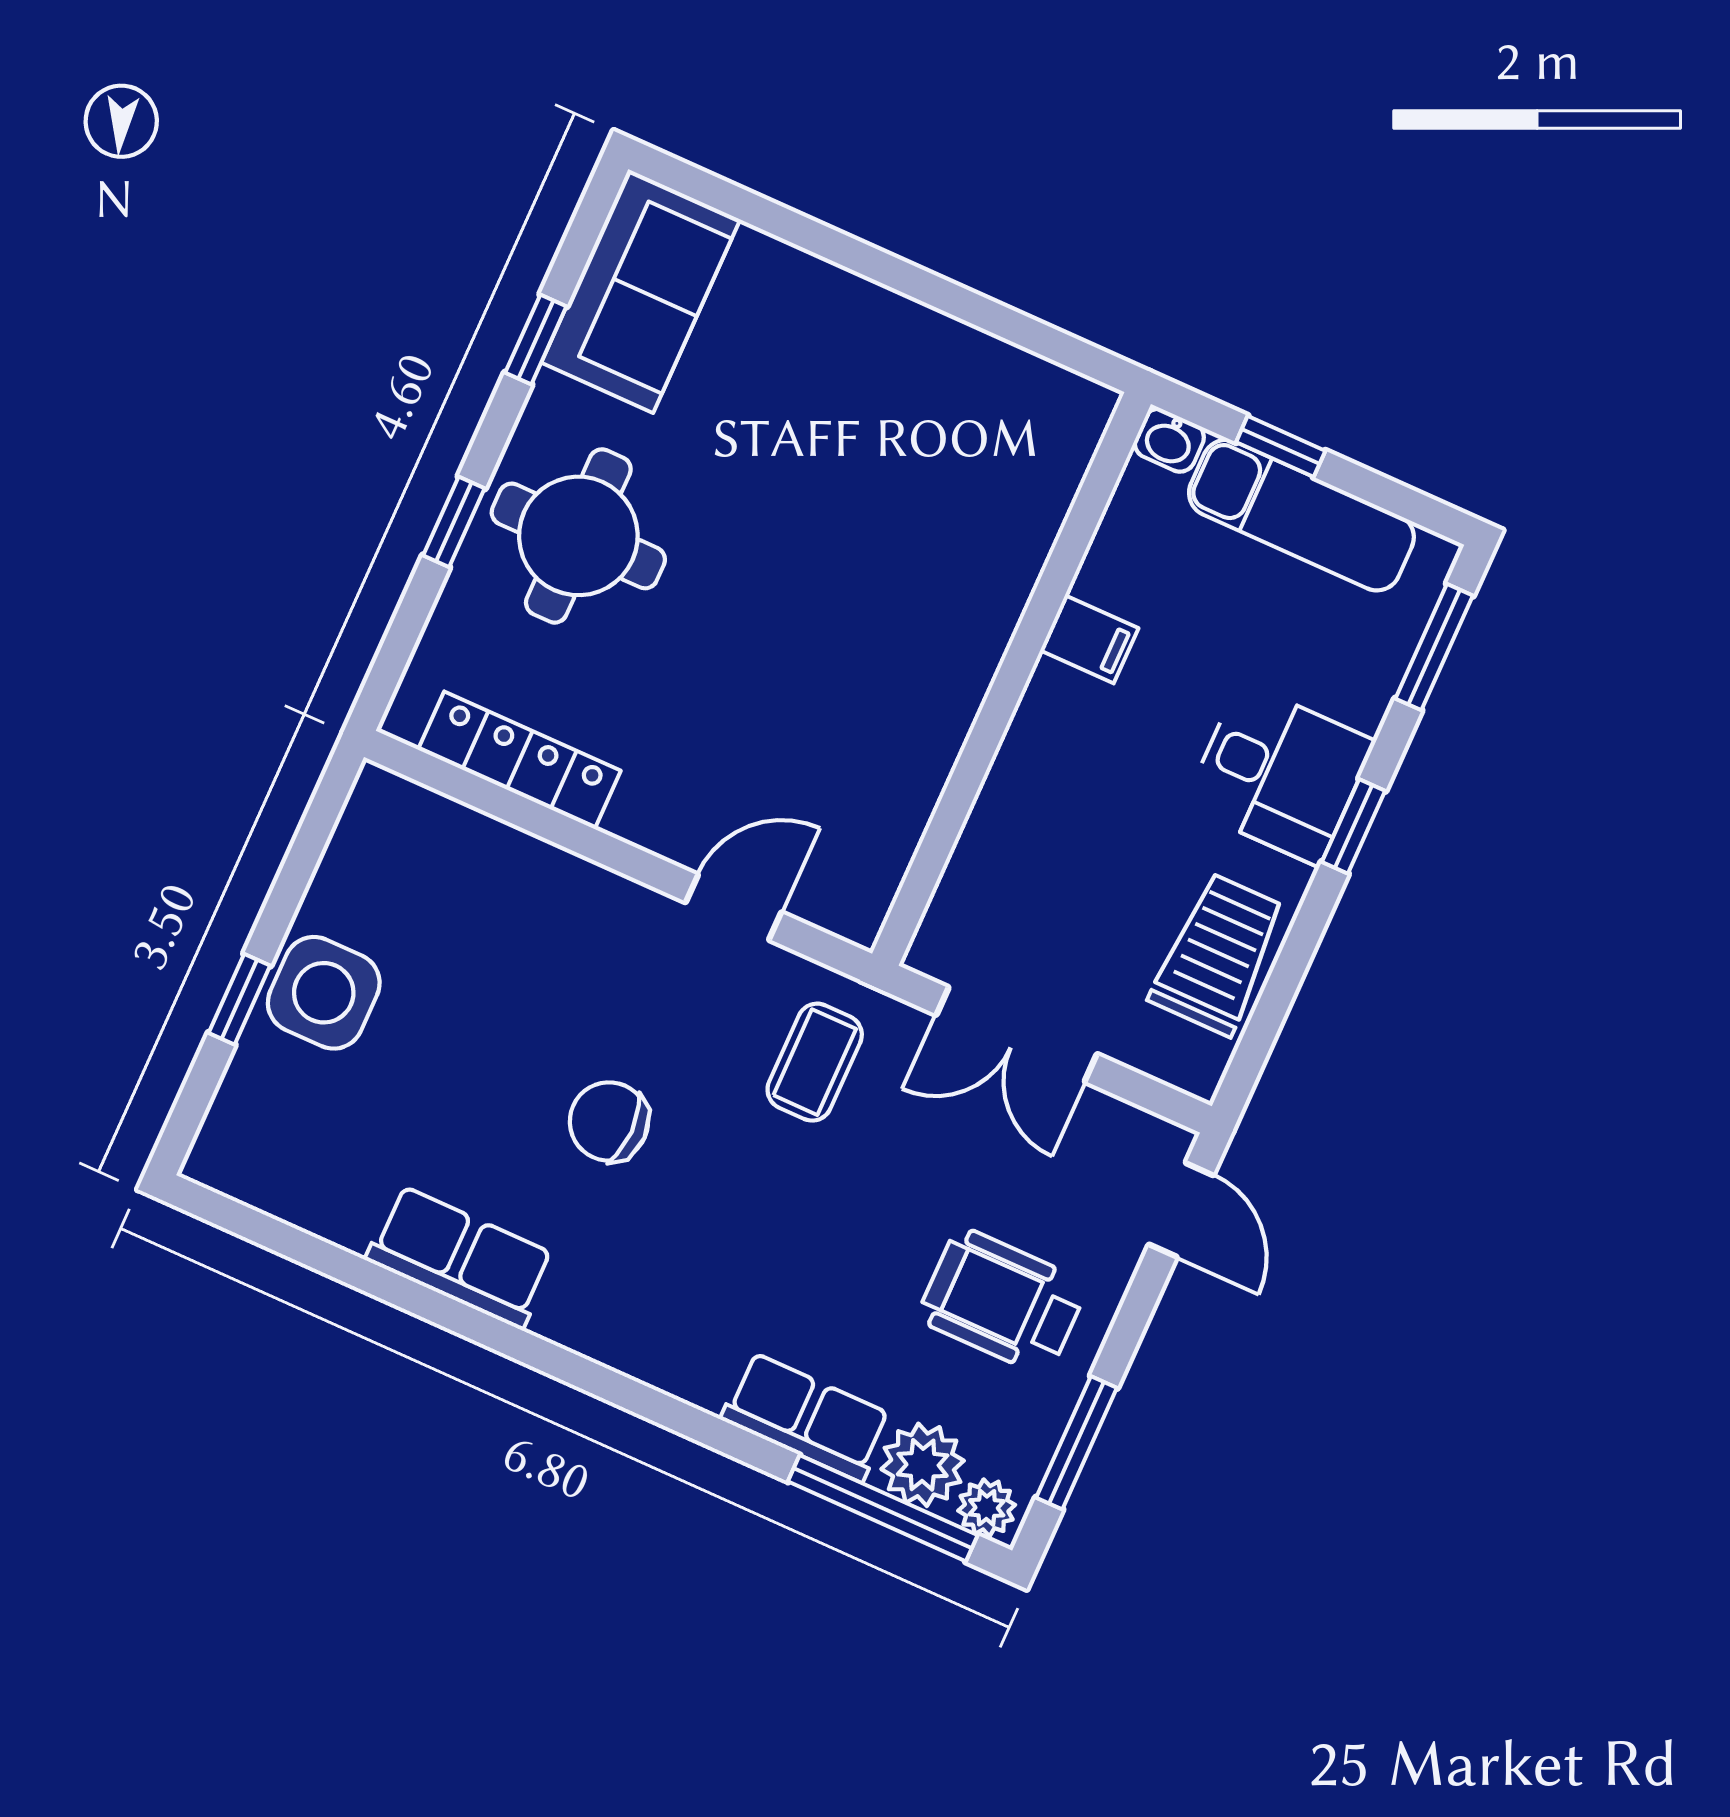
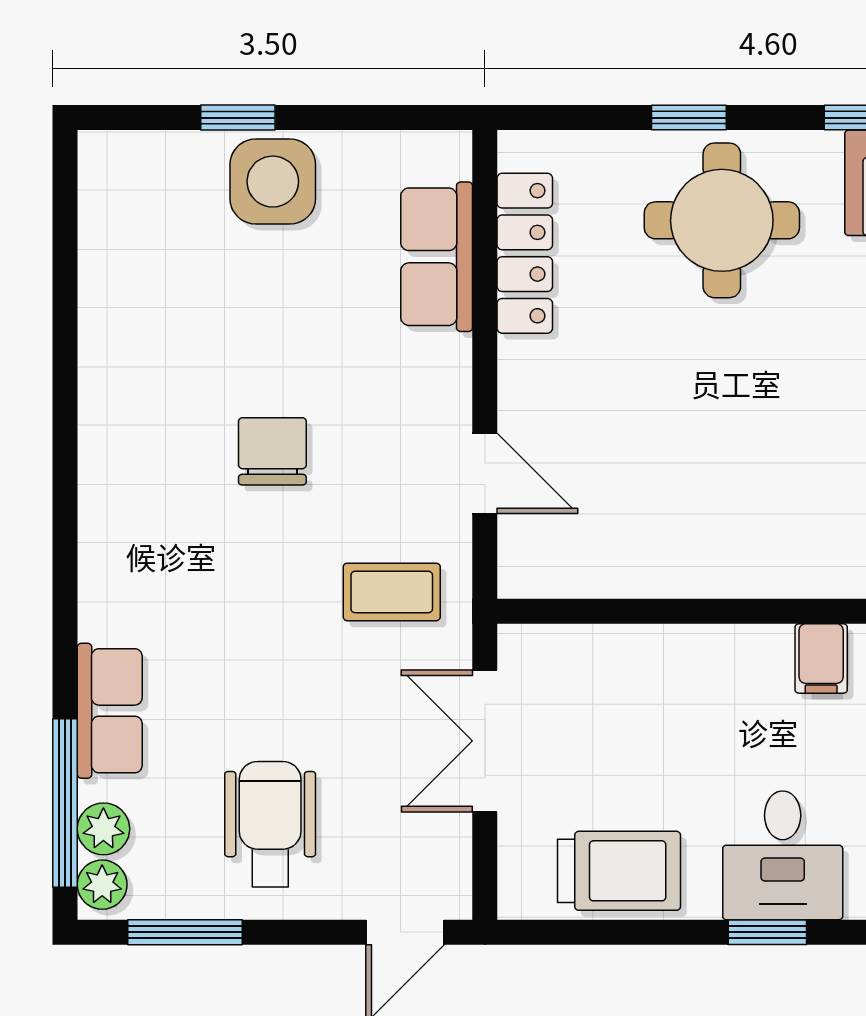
row of seats: (460, 1257) -> (437, 257), moved, turned 180
plant: (923, 1465) -> (103, 829), width x0.73, depth x0.73

